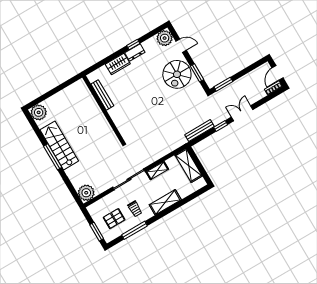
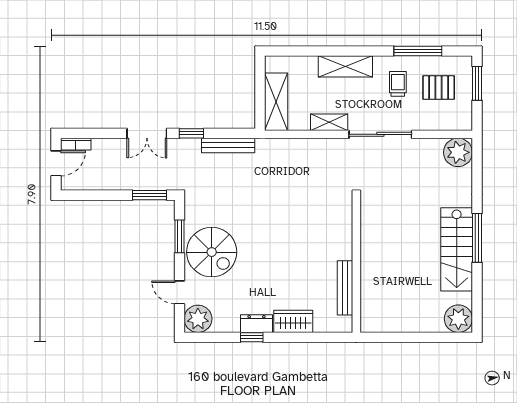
spiral stairs: (177, 74) -> (212, 252), turned 90

